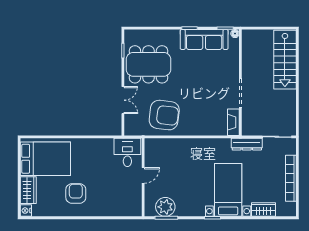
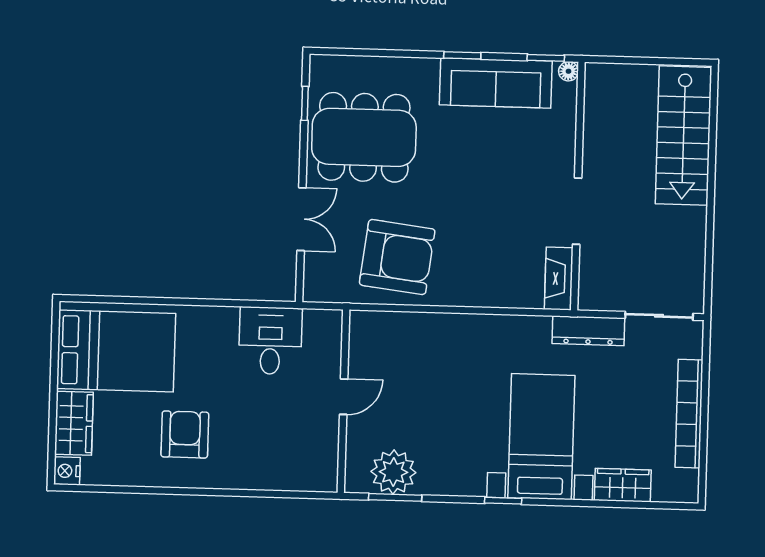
desk: (127, 152) -> (270, 341), moved

